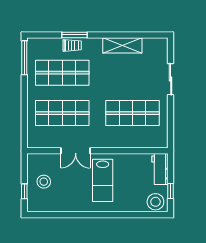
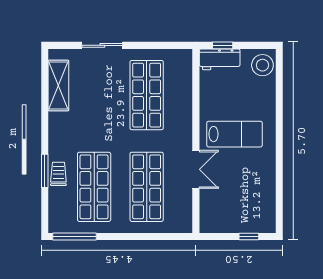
shelving: (122, 45) -> (58, 86), moved
stool: (44, 182) -> (236, 211), removed
window: (171, 191) -> (223, 45), moved

